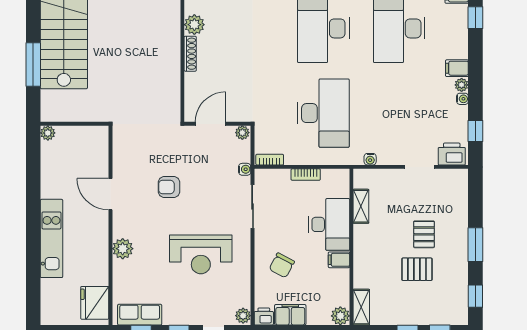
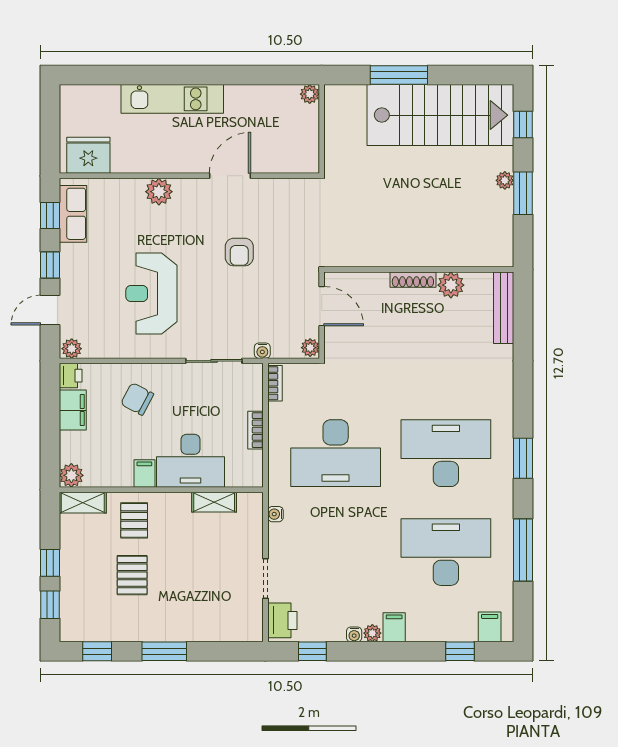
armchair: (169, 187) -> (239, 252), turned 180
pallet: (424, 234) -> (134, 520), moved, turned 90

